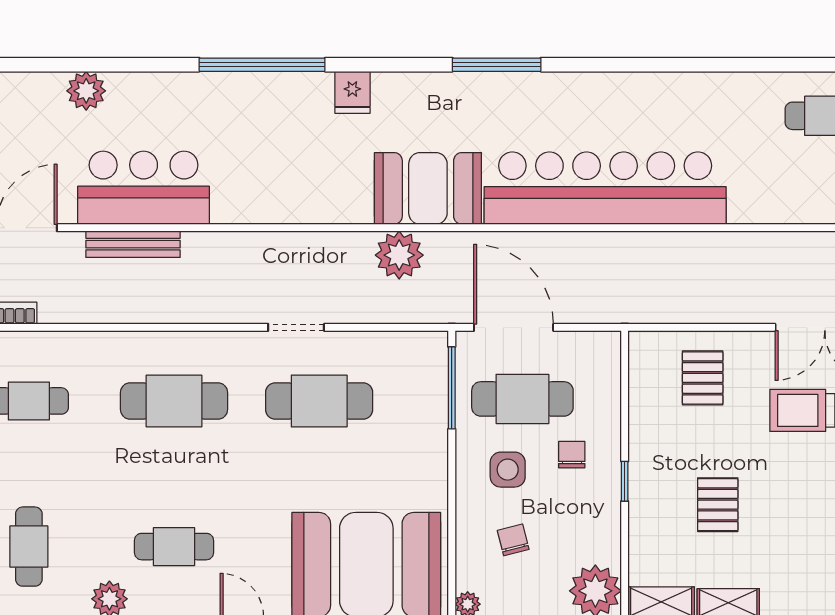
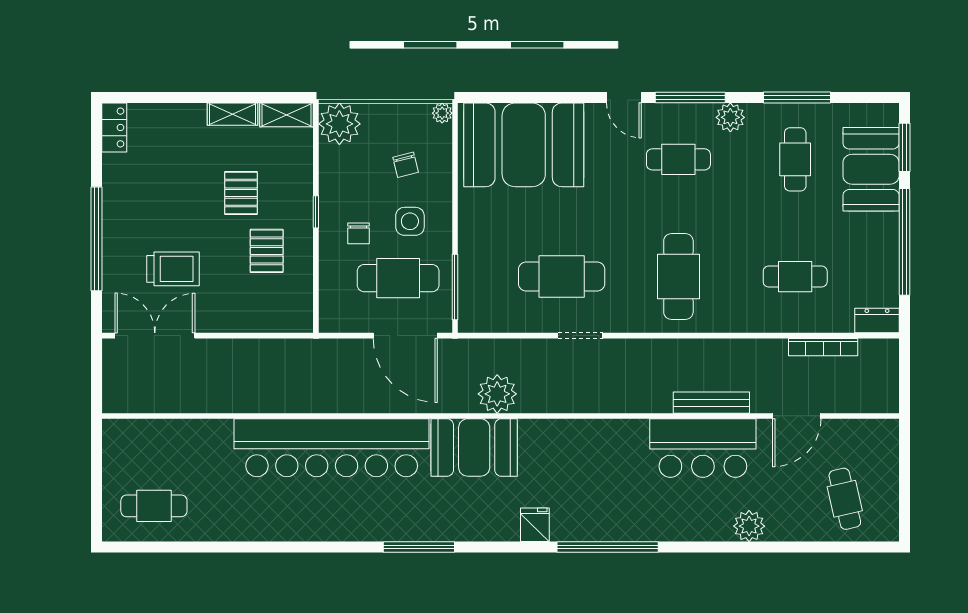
pallet: (703, 378) -> (267, 251), moved
cafe table: (174, 401) -> (678, 277), turned 90

